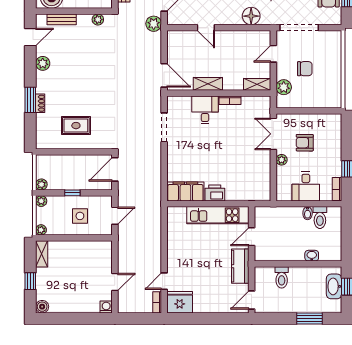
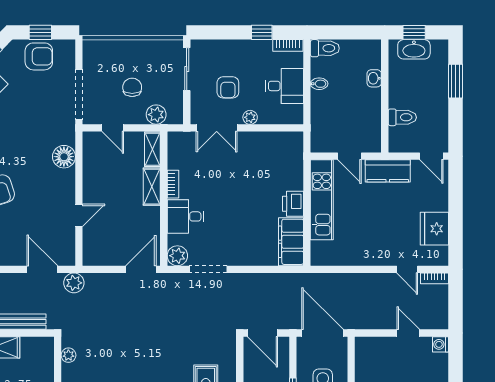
shelving: (208, 84) -> (152, 187), moved
plant: (175, 104) -> (177, 256), added
sliding door: (319, 111) -> (187, 69), added
door: (115, 216) -> (323, 333), width x1.87
toilet: (320, 218) -> (325, 48), moved
fridge: (180, 302) -> (434, 229), moved

